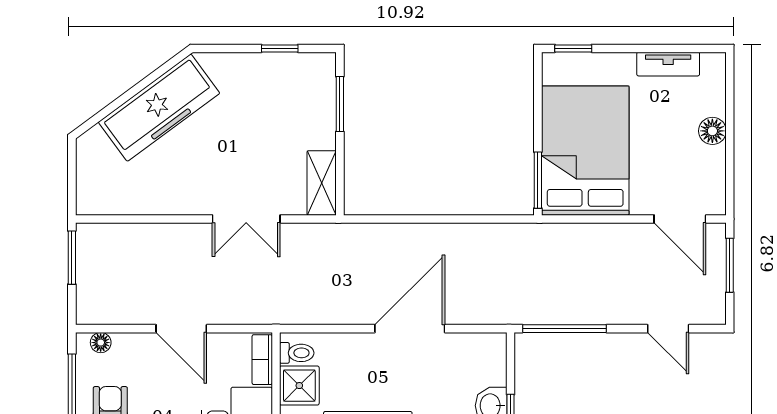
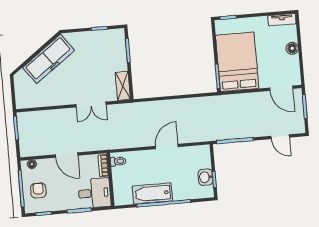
tv unit: (668, 64) -> (282, 20), moved
door: (410, 329) -> (167, 146), width x0.73
shower: (299, 386) -> (121, 176), removed

